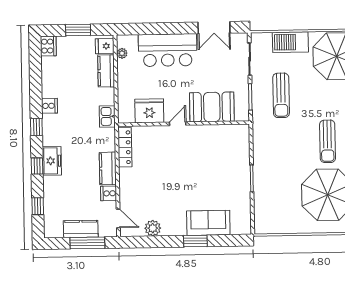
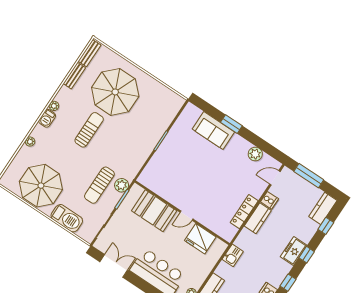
sun lounger: (281, 95) -> (99, 185), turned 180
plant: (260, 110) -> (122, 185), added
locker: (125, 147) -> (244, 212), moved
door: (118, 218) -> (275, 178), hinge flipped
kitchen counter: (81, 229) -> (323, 208), moved, turned 90

